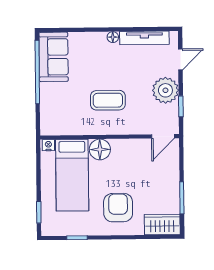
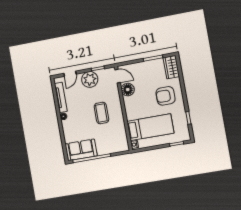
door: (180, 59) -> (70, 74), swing flipped
floor lamp: (100, 149) -> (128, 90), moved

